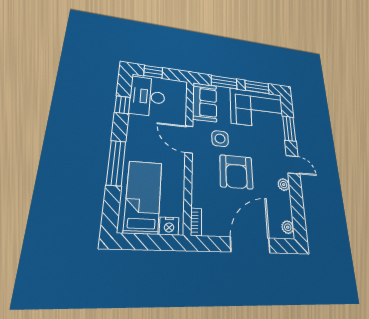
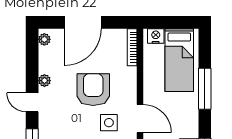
bookcase: (196, 222) -> (132, 47), width x1.56

